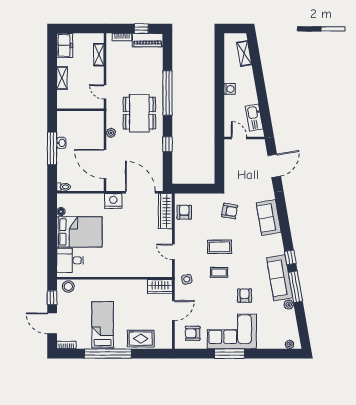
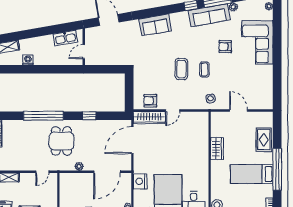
washing machine: (230, 89) -> (28, 60), moved
dining table: (139, 113) -> (61, 141), width x0.73
nightstand: (113, 201) -> (140, 181), moved
armchair: (230, 211) -> (149, 60), removed
door: (173, 252) -> (173, 110), moved
wardrobe: (160, 286) -> (217, 148), moved
corner sofa: (232, 331) -> (257, 42), moved
armchair: (193, 333) -> (259, 93), removed
window: (229, 354) -> (277, 60), removed

